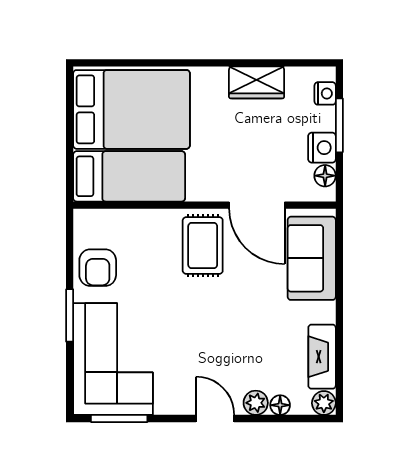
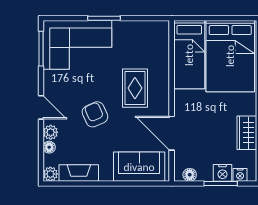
nightstand: (322, 148) -> (223, 173), moved
door: (257, 205) -> (172, 133), hinge flipped
rug: (203, 246) -> (135, 88), moved, turned 90
armchair: (98, 268) -> (95, 114), moved, turned 66
door: (215, 418) -> (41, 107), hinge flipped

